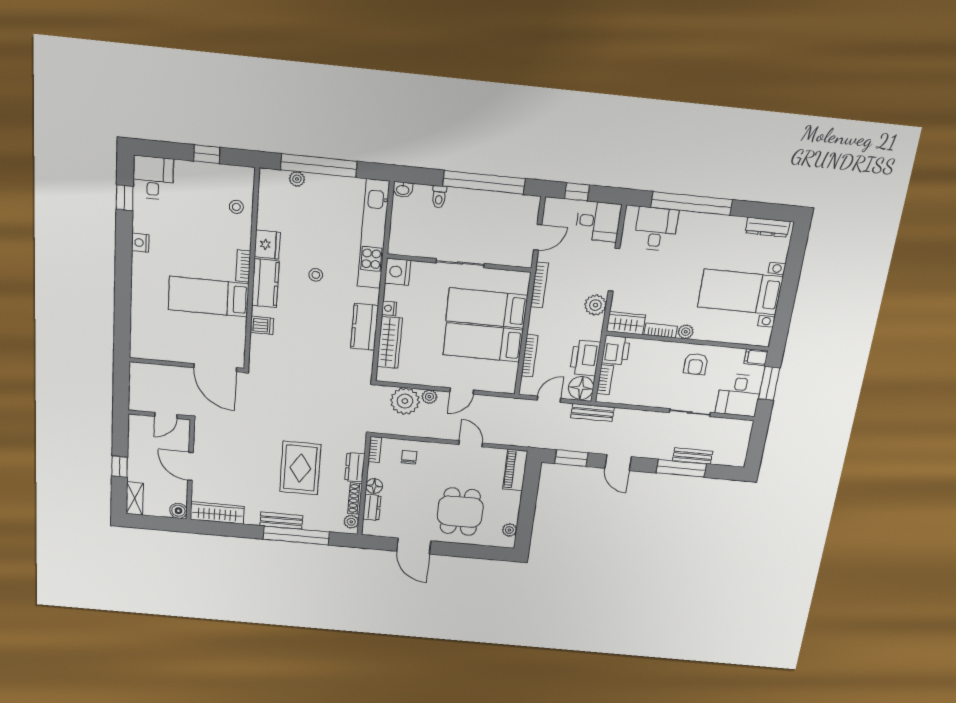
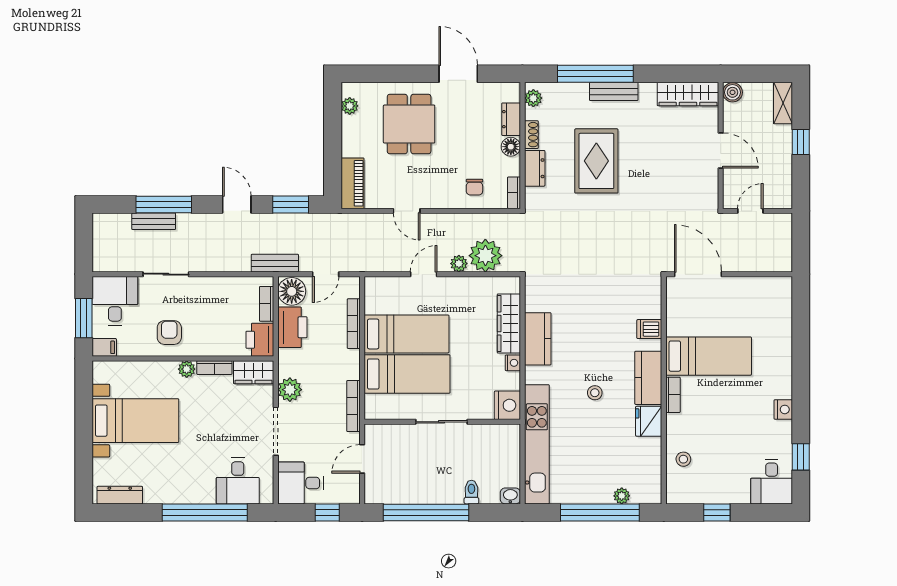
shoe rack: (355, 498) -> (531, 135), width x0.70

